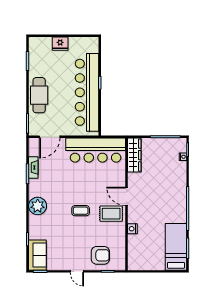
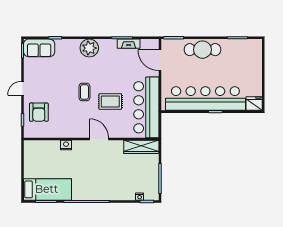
fridge: (60, 44) -> (254, 104), moved, turned 90
door: (126, 196) -> (99, 139), hinge flipped
rug: (111, 214) -> (110, 102), moved, turned 90

